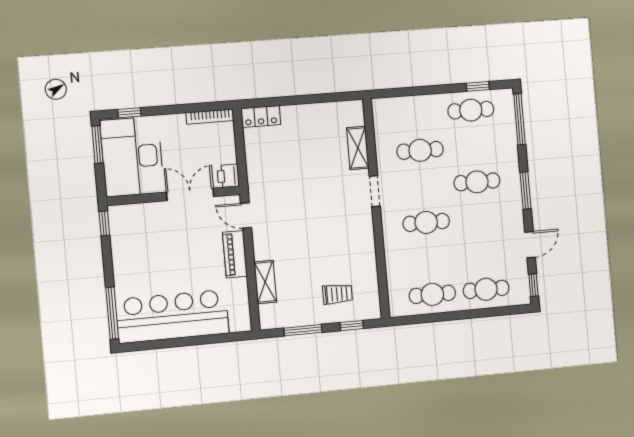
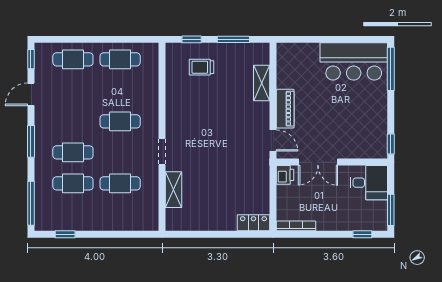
cafe table: (471, 110) -> (73, 183), moved
desk: (132, 157) -> (369, 183), width x0.53, depth x0.77
bar counter: (172, 316) -> (354, 61), width x0.73

